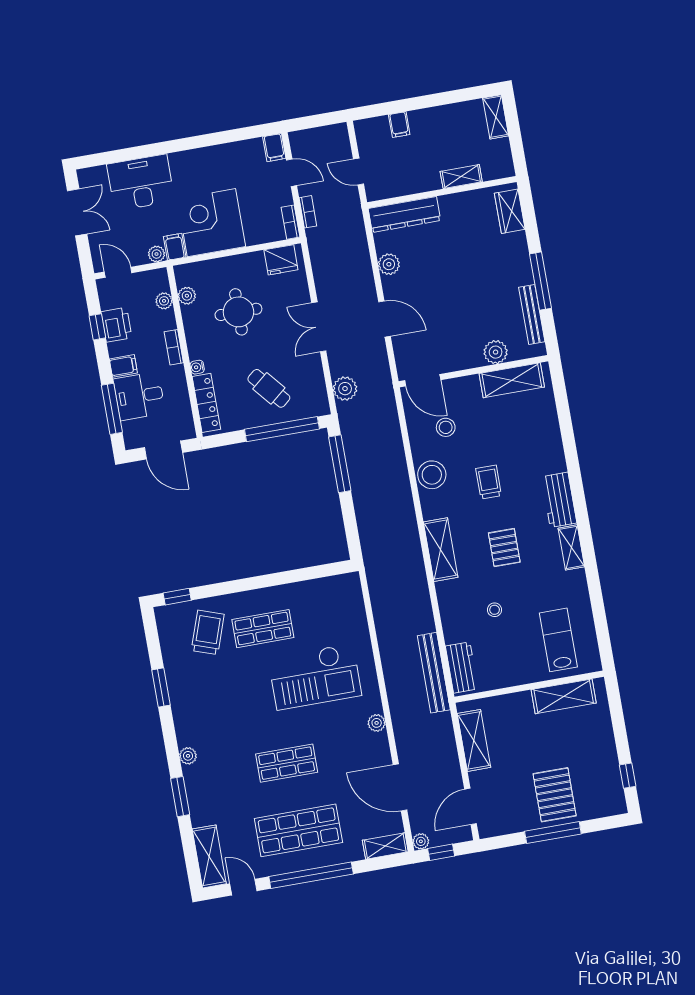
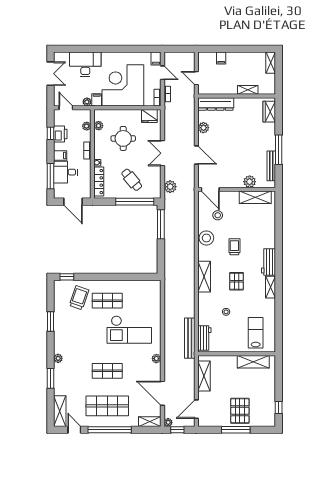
corner desk: (211, 223) -> (123, 85), width x1.36, depth x1.36

